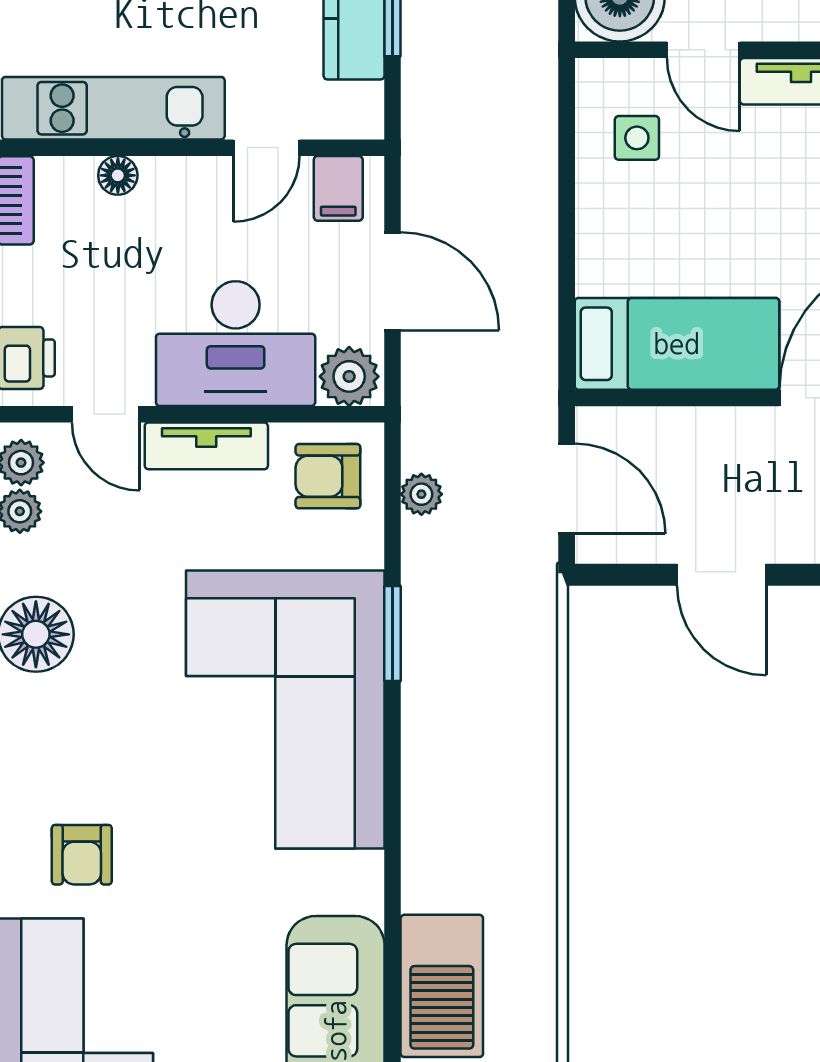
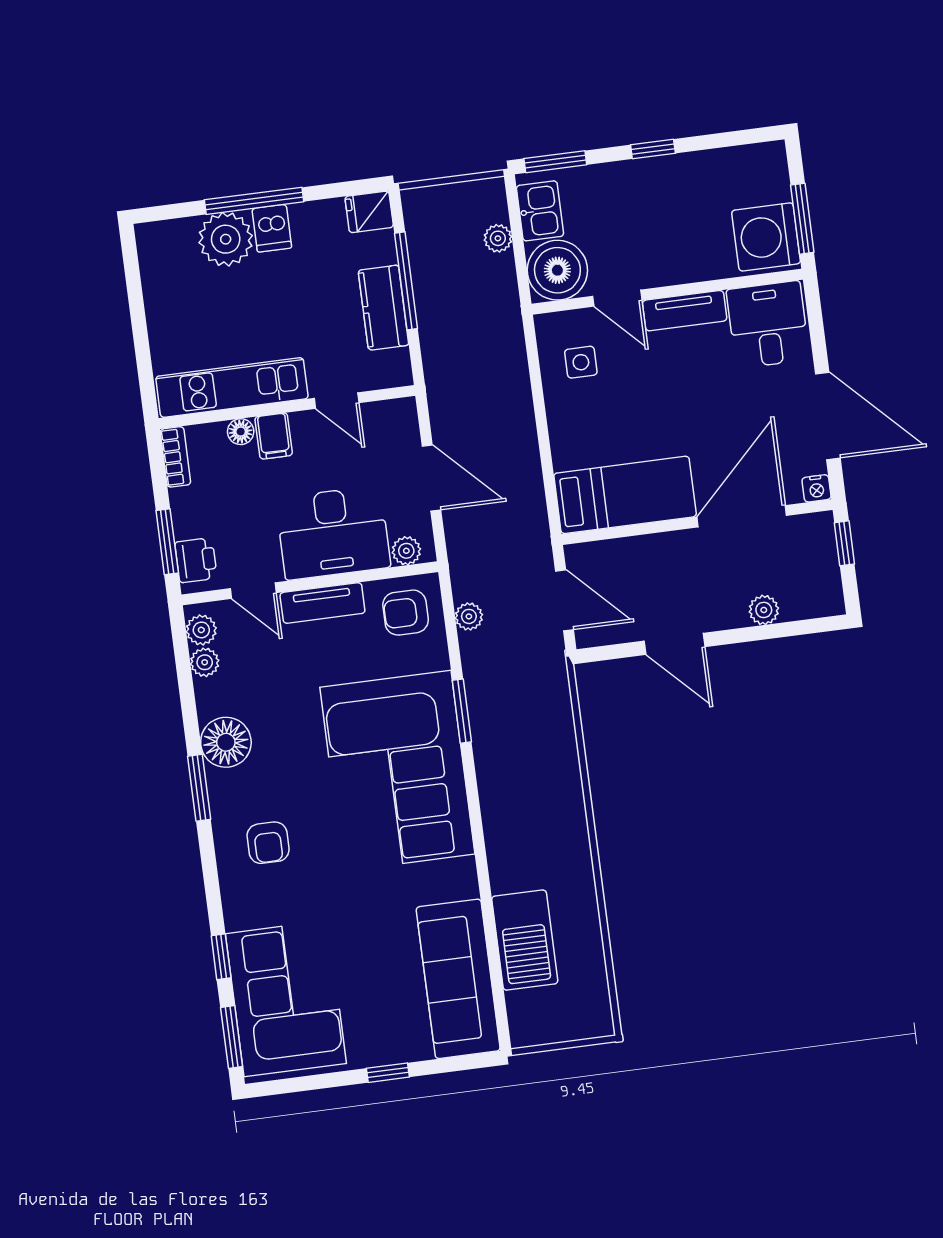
door: (266, 148) -> (337, 401), hinge flipped
filing cabinet: (338, 188) -> (274, 436), moved
plant: (349, 376) -> (406, 551), width x0.73, depth x0.73
armchair: (82, 855) -> (268, 843), moved

